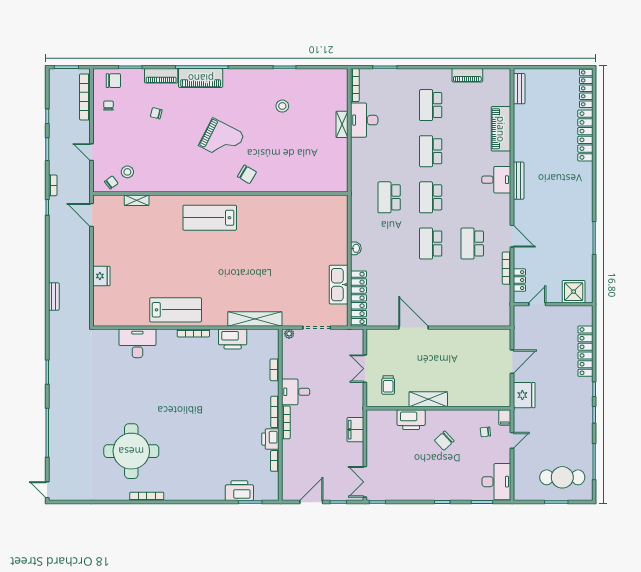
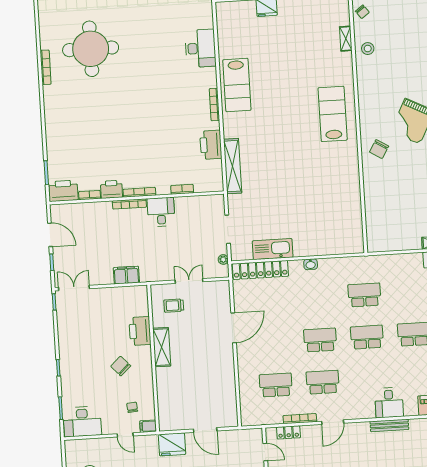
stool: (127, 172) -> (368, 49), moved
school desk: (472, 290) -> (276, 385), added
plant: (289, 334) -> (223, 259), moved
printer: (239, 491) -> (63, 191), moved, turned -90

